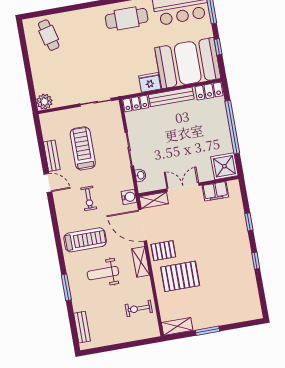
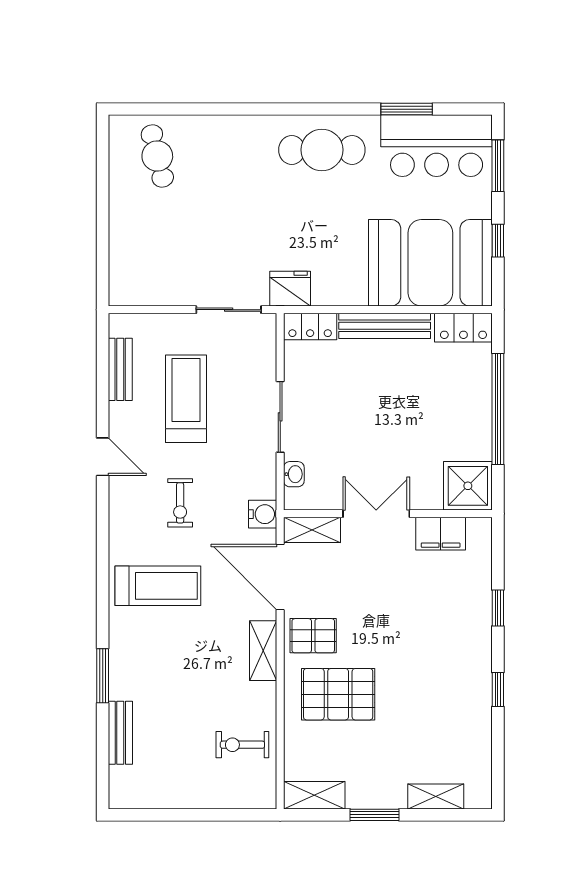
fridge: (150, 82) -> (290, 289), moved
plant: (44, 102) -> (125, 290), removed
bench: (52, 156) -> (120, 369), moved
weight bench: (103, 273) -> (182, 660), removed
shelving: (235, 317) -> (436, 796), added
bench: (82, 327) -> (120, 733), moved

